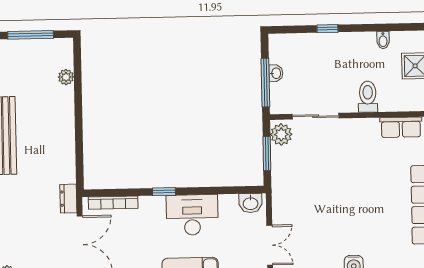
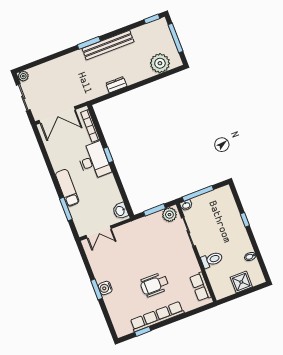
washbasin: (276, 73) -> (186, 205), moved
plant: (66, 77) -> (160, 63), width x1.87, depth x1.87
wheelchair: (374, 192) -> (155, 285), added
dresser: (68, 199) -> (116, 85), moved
desk: (192, 215) -> (94, 161), moved

